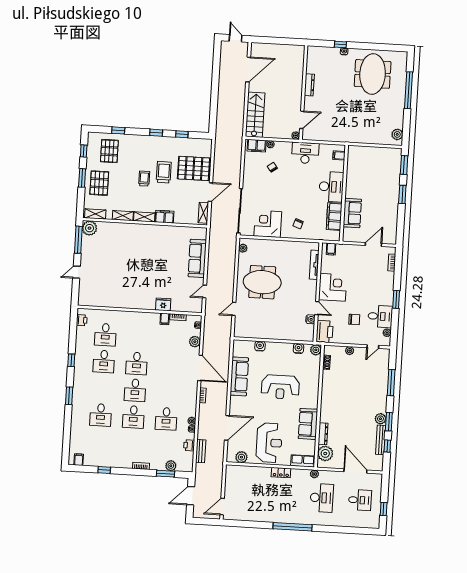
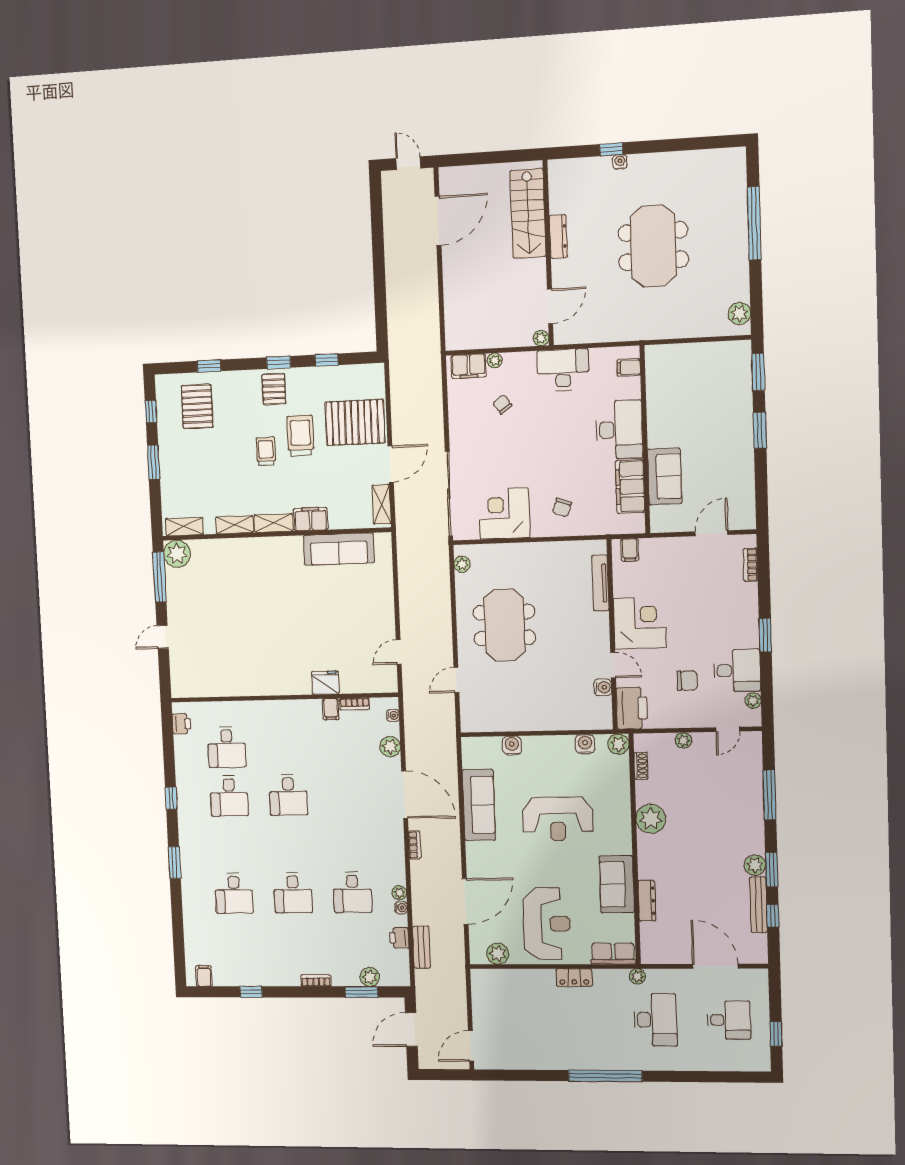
meeting table: (373, 74) -> (653, 246), moved
stairs: (255, 115) -> (528, 214), moved, turned 180
pallet: (99, 183) -> (274, 389), moved, width x0.67, depth x0.71
sofa: (197, 258) -> (339, 549), moved, turned -90
meeting table: (262, 282) -> (504, 625), turned 90
desk: (135, 390) -> (291, 844), removed
plant: (325, 453) -> (651, 819), moved

